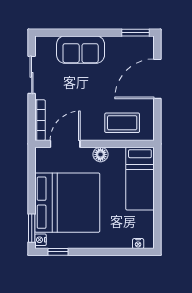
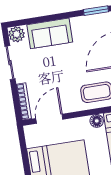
plant: (44, 45) -> (17, 34), added
floor lamp: (100, 154) -> (97, 121), moved

